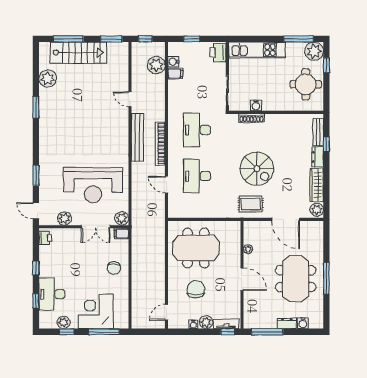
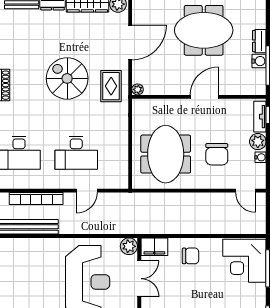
spiral stairs: (257, 169) -> (67, 78), turned -90
filing cabinet: (121, 234) -> (154, 247), width x2.00
plant: (248, 249) -> (138, 89), moved
chair: (196, 289) -> (217, 154), turned -90
corner desk: (96, 311) -> (244, 261), moved
water cooler: (303, 323) -> (259, 61), moved

